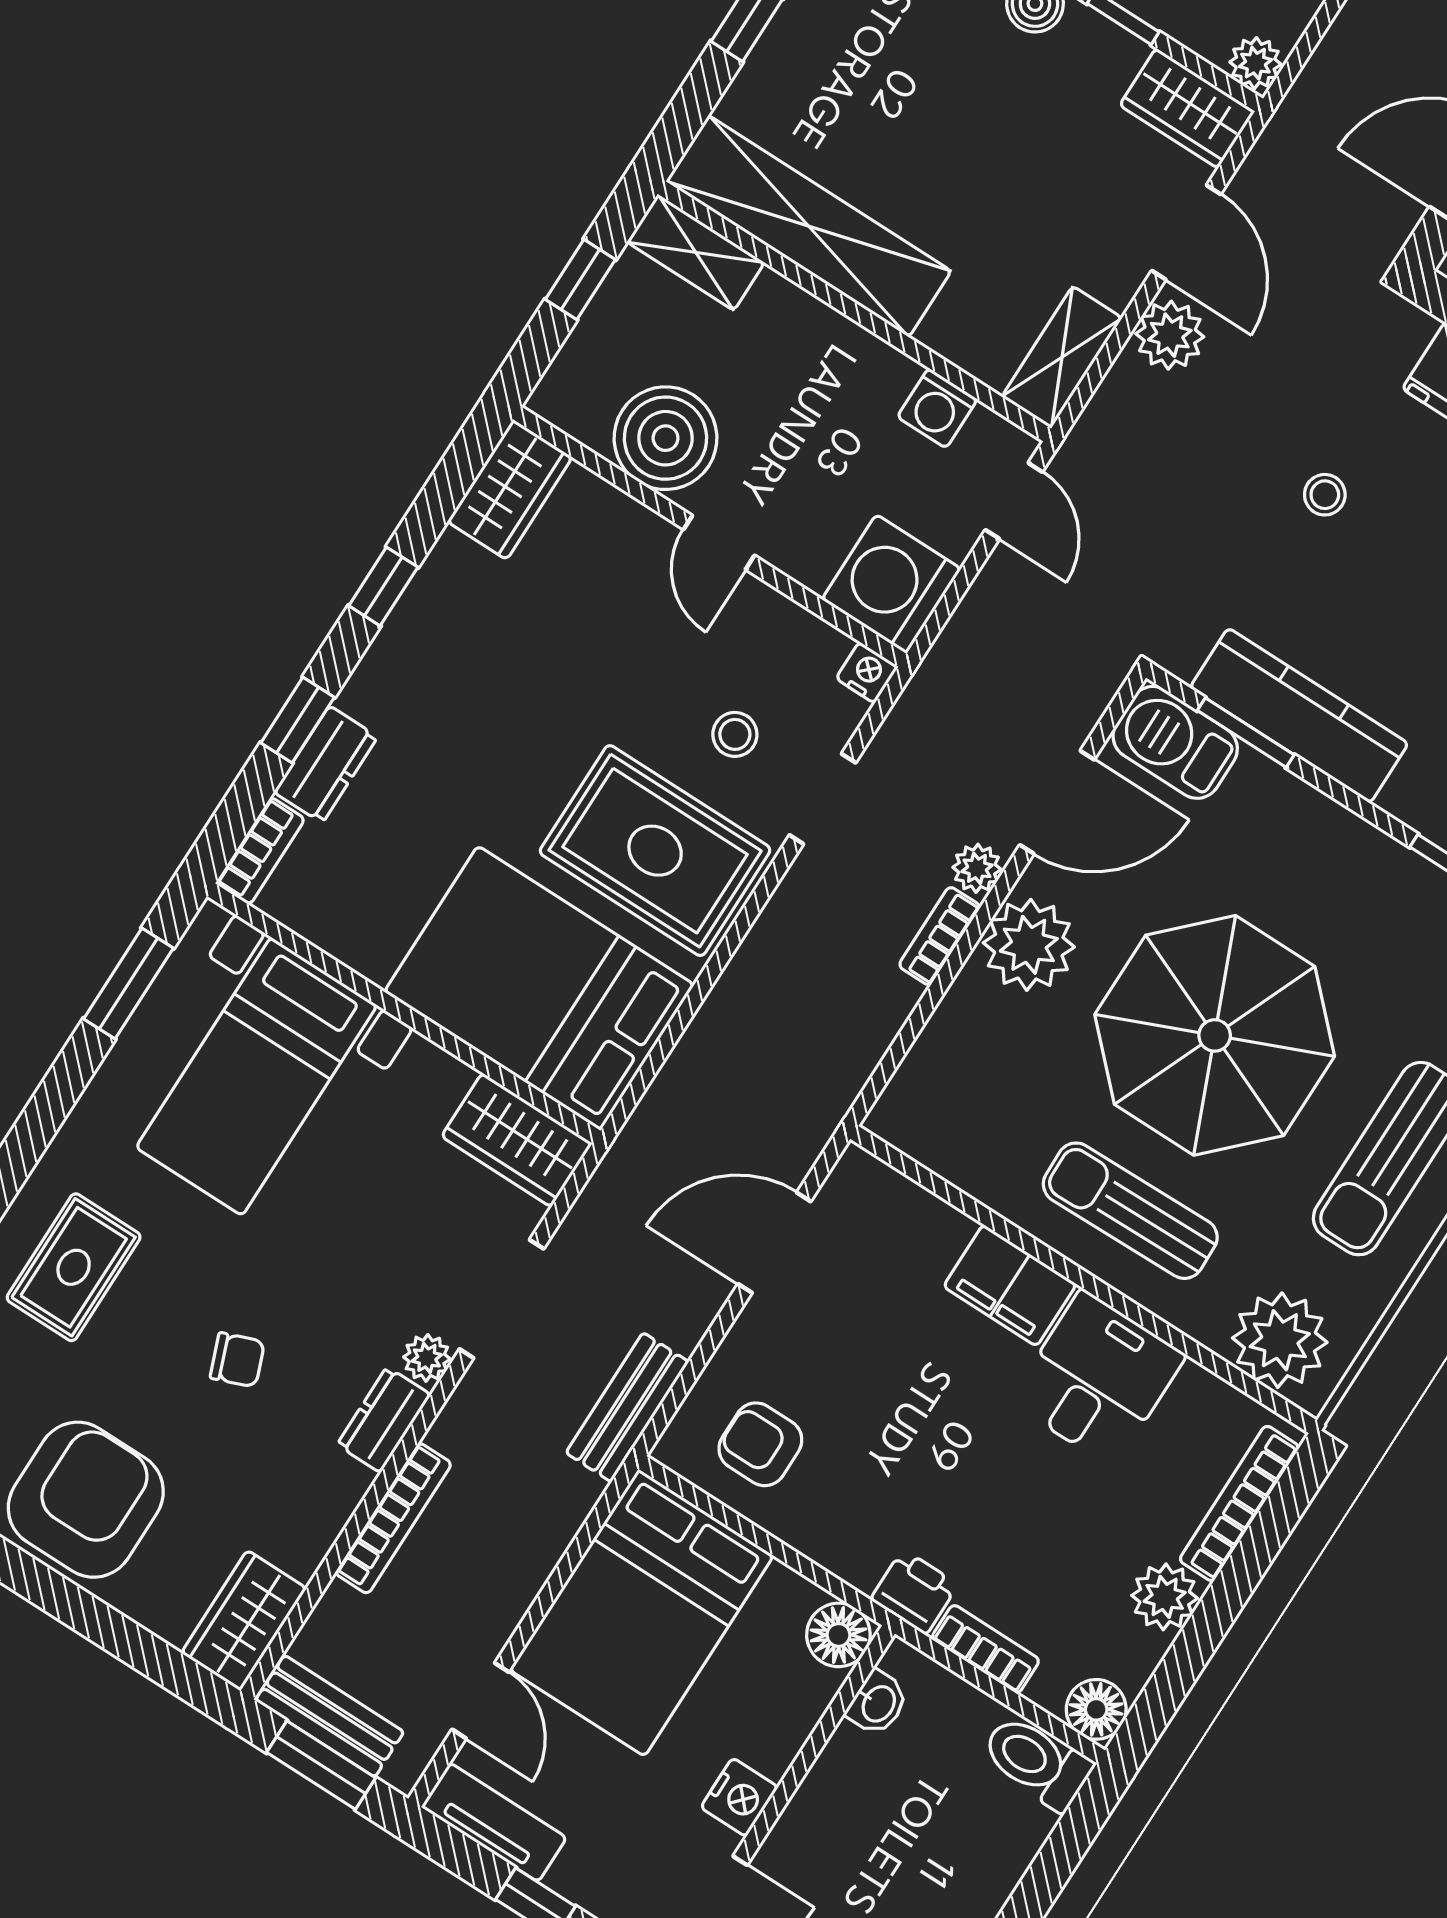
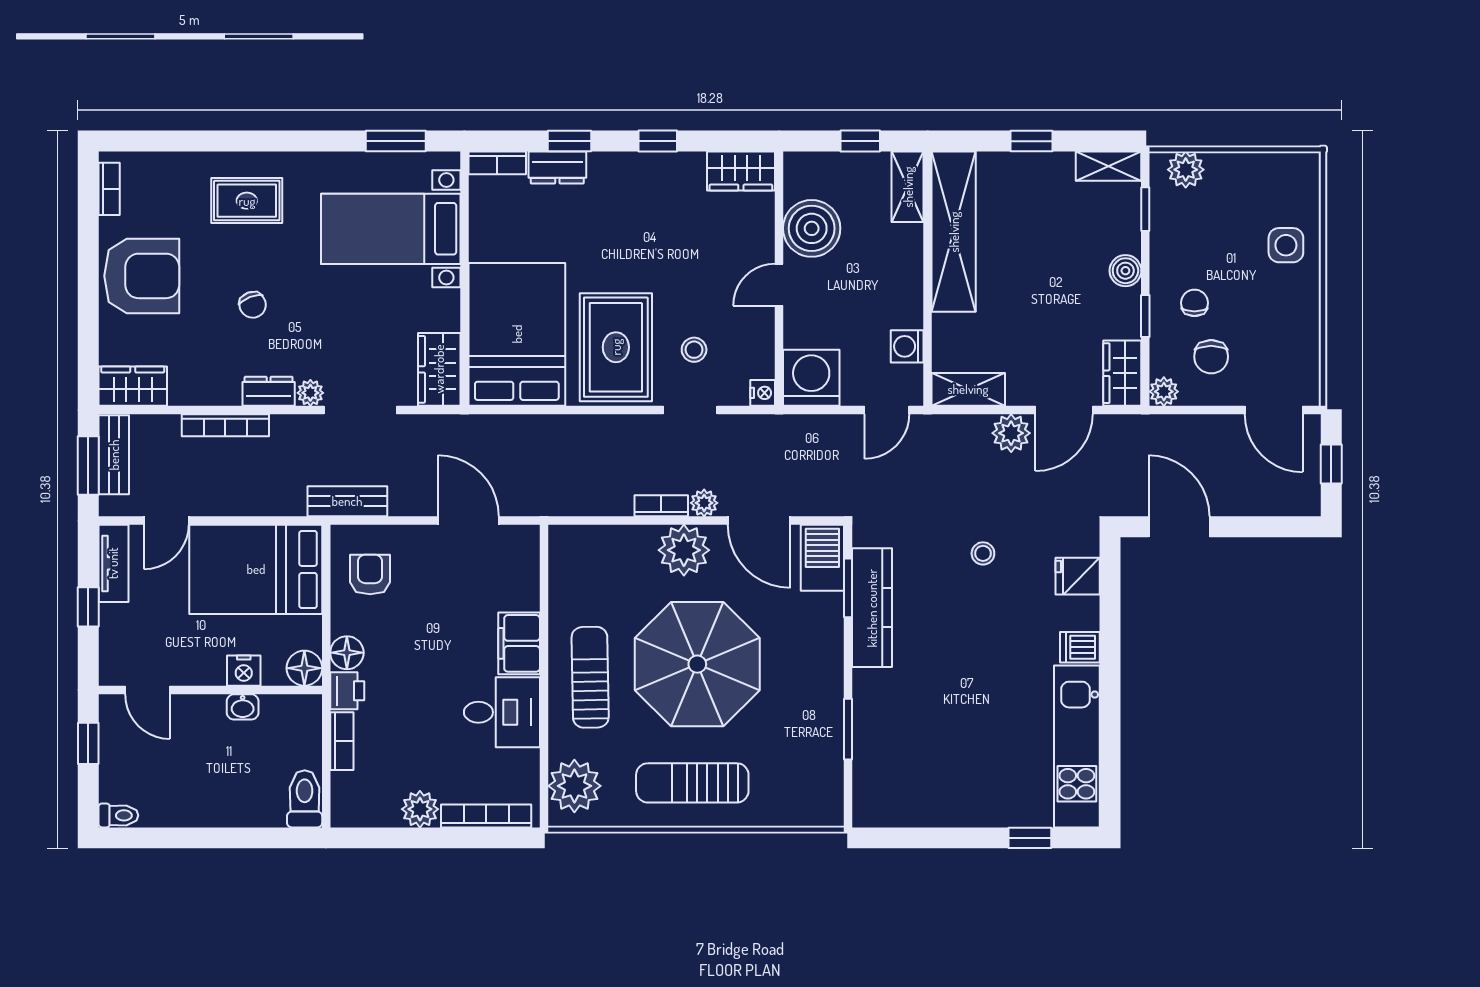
washbasin: (878, 1703) -> (243, 707), moved
floor lamp: (1096, 1709) -> (347, 653), moved
nightstand: (739, 1797) -> (244, 671), moved

